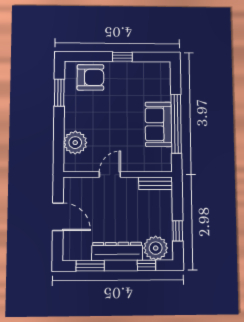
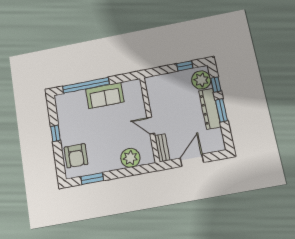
armchair: (90, 77) -> (76, 156), turned 180
window: (176, 124) -> (86, 85), moved
bench: (156, 183) -> (162, 148), moved
window: (90, 266) -> (221, 110), moved

